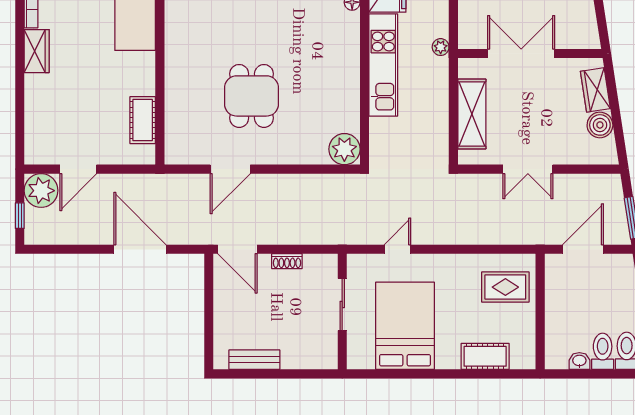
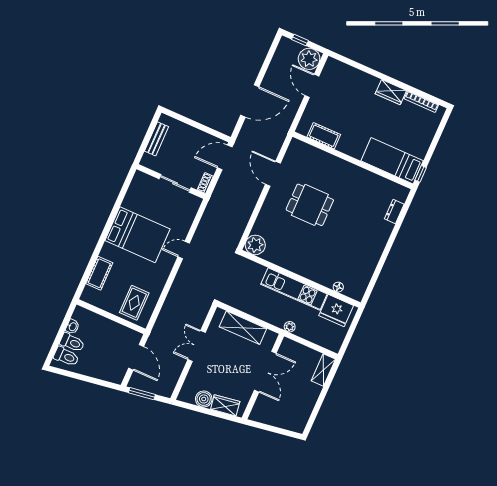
door: (397, 249) -> (184, 250), swing flipped
sliding door: (342, 304) -> (175, 183), moved
wall: (342, 312) -> (171, 181), moved

